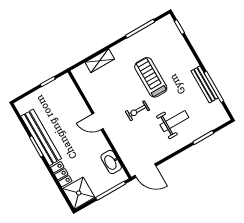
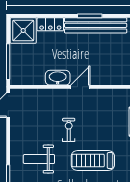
treadmill: (151, 77) -> (93, 161), turned 180
weight bench: (174, 121) -> (39, 159), turned 90
washbasin: (111, 162) -> (58, 78), moved

